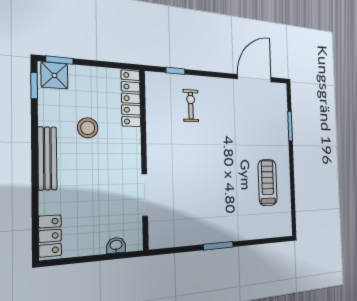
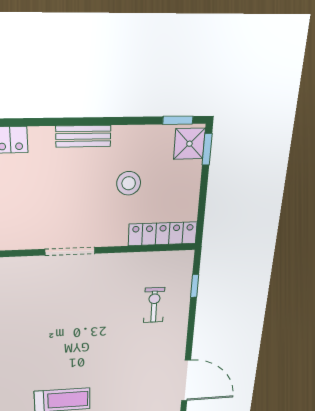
exercise bike: (191, 106) -> (154, 305), turned -90
bench: (47, 158) -> (83, 136), width x0.73
doorway: (145, 195) -> (70, 251), moved

